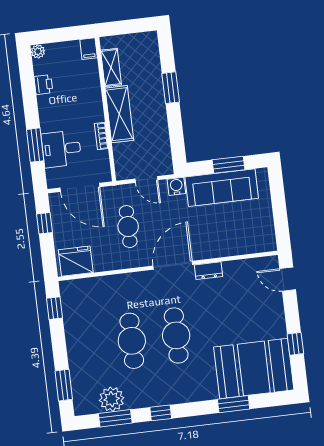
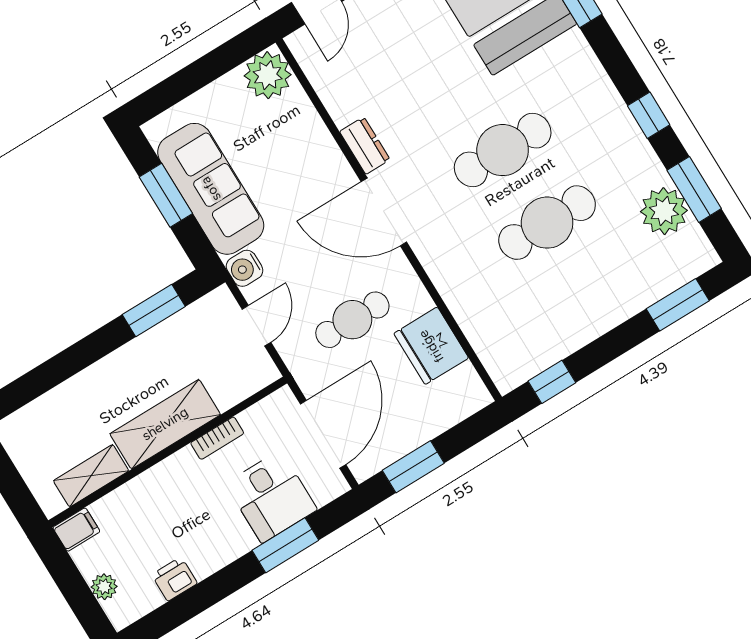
plant: (38, 51) -> (104, 587), moved
window: (171, 88) -> (154, 310), moved
window: (44, 223) -> (413, 467), width x1.50
plant: (263, 240) -> (268, 75), added
fridge: (76, 261) -> (431, 346), moved

